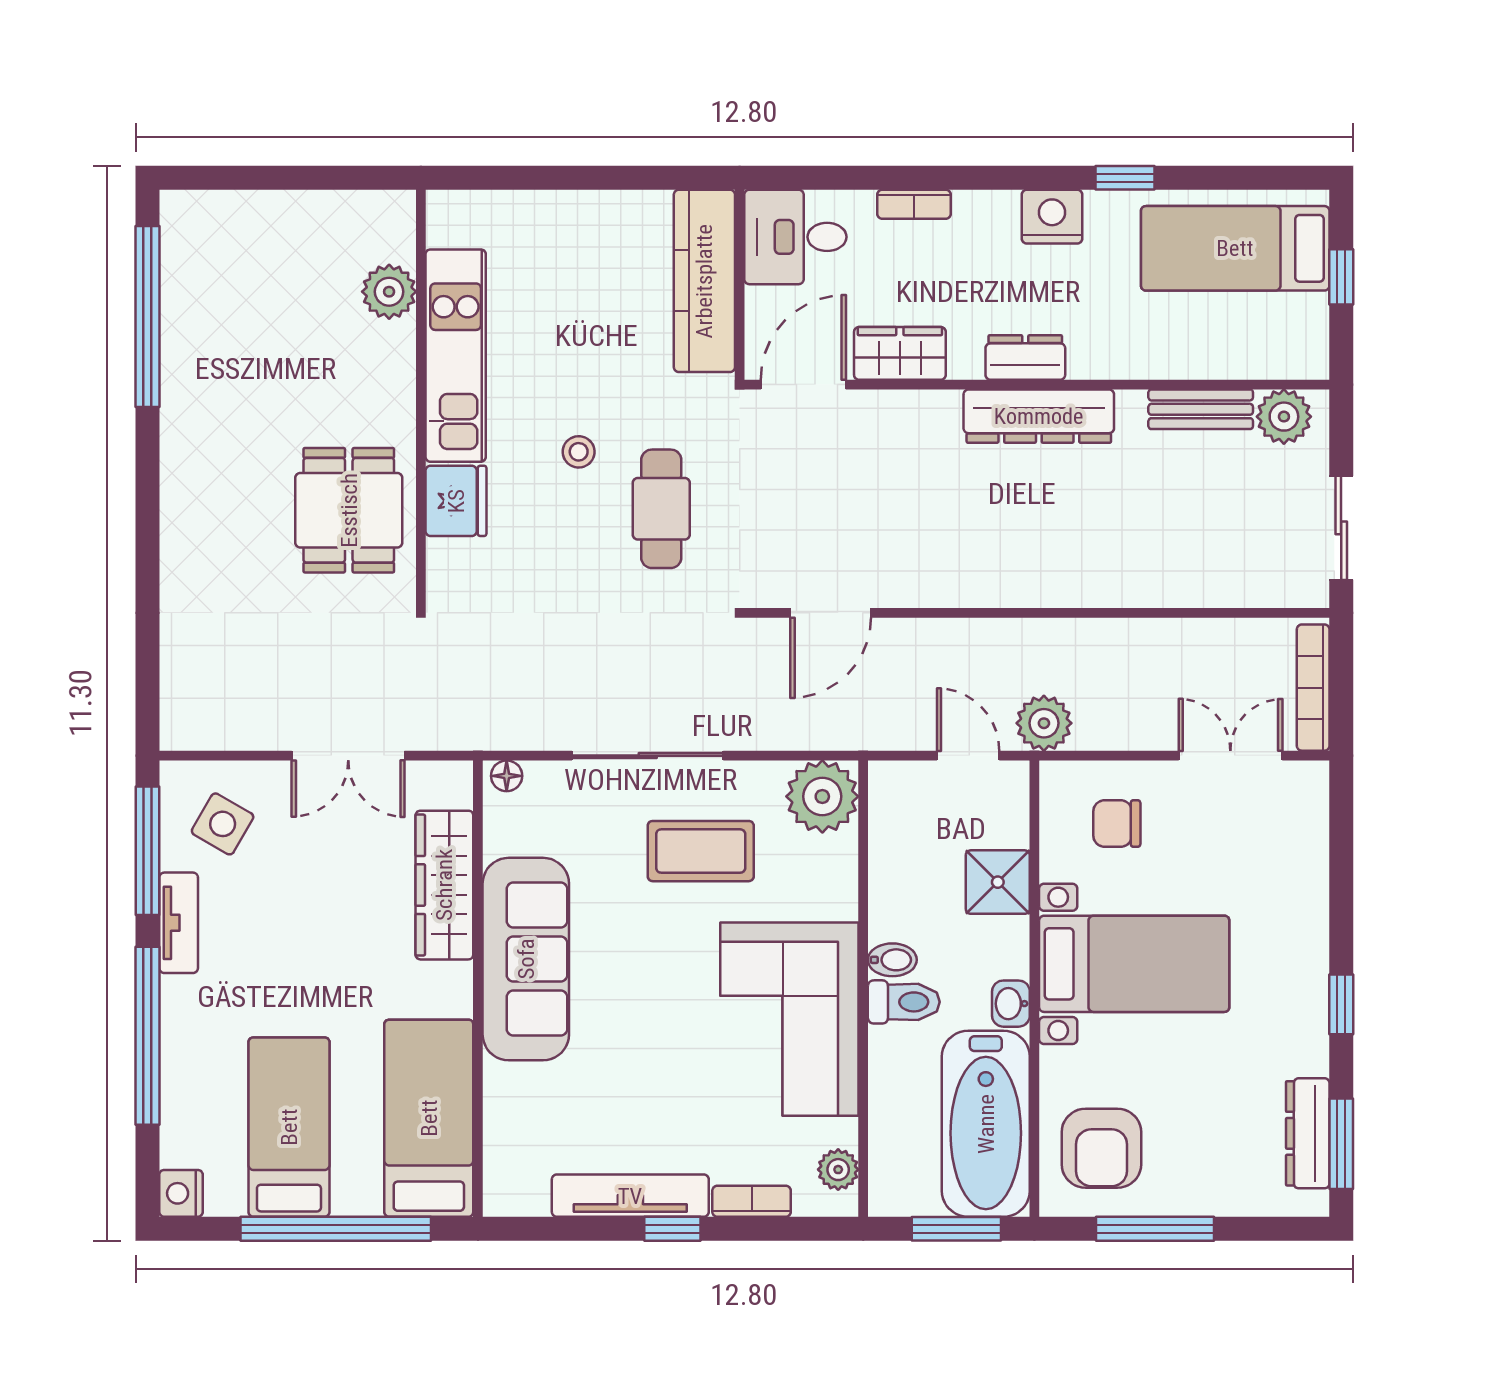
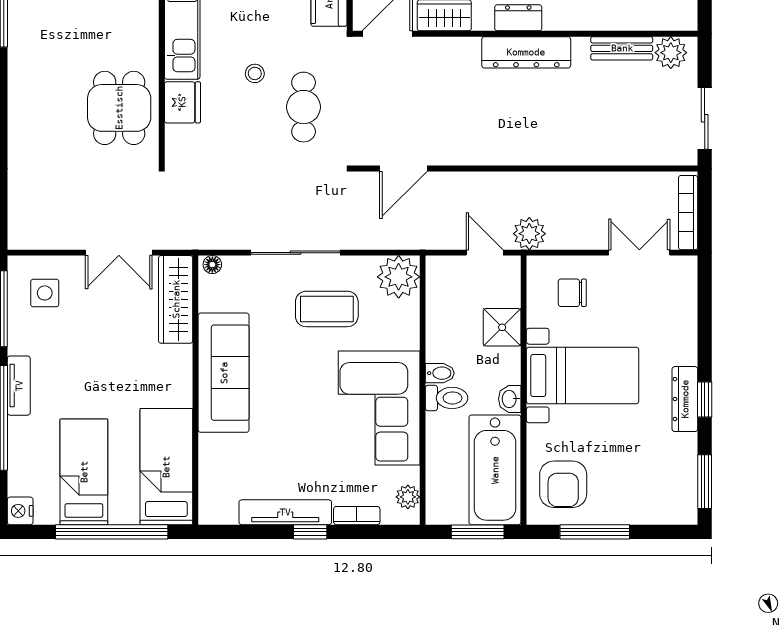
side table: (223, 824) -> (45, 293), turned -30
wardrobe: (444, 885) -> (176, 299), moved
tv unit: (179, 923) -> (19, 386), moved
dresser: (1308, 1133) -> (685, 399), moved

